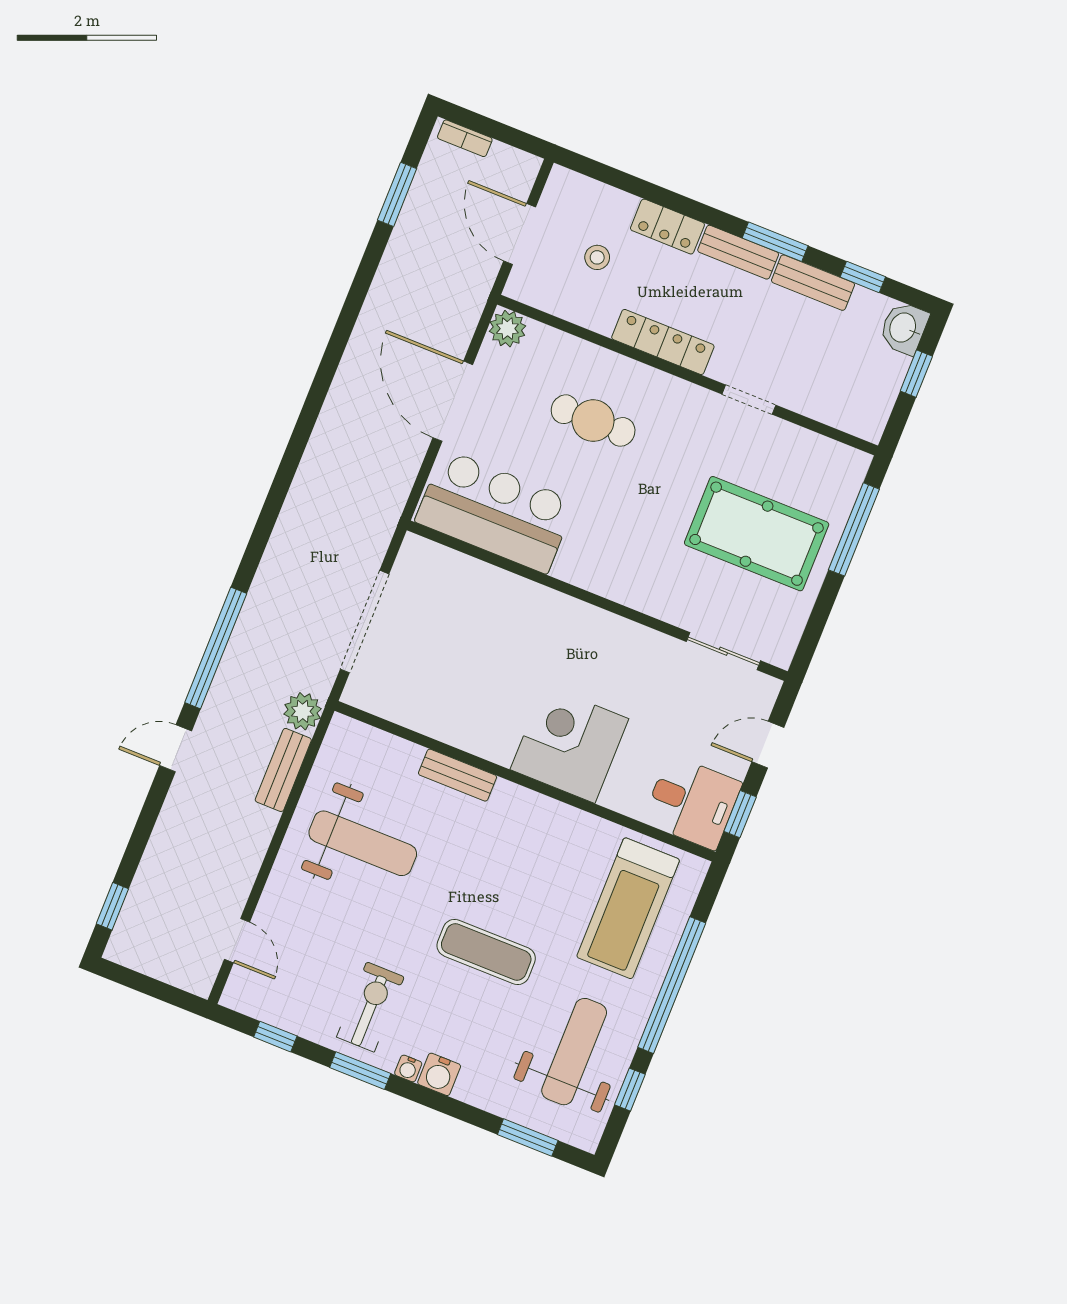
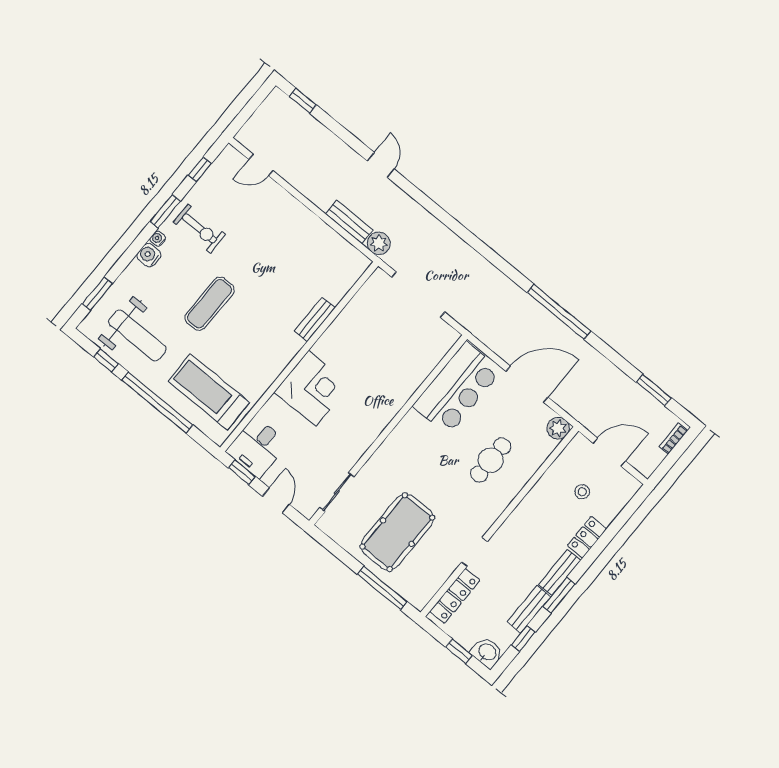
locker: (663, 342) -> (455, 596), moved
window: (216, 648) -> (559, 312), moved
weight bench: (363, 843) -> (293, 254), removed

